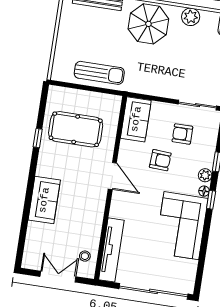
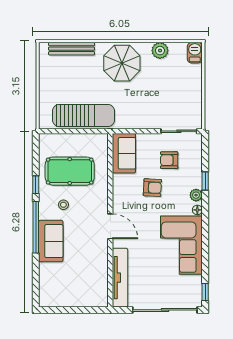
sun lounger: (99, 73) -> (83, 115), width x1.36, depth x1.34
door: (112, 176) -> (110, 226), moved
window: (31, 183) -> (36, 227), added
window: (211, 200) -> (205, 292), moved
stool: (85, 256) -> (63, 205), moved
double door: (58, 277) -> (74, 310), removed

